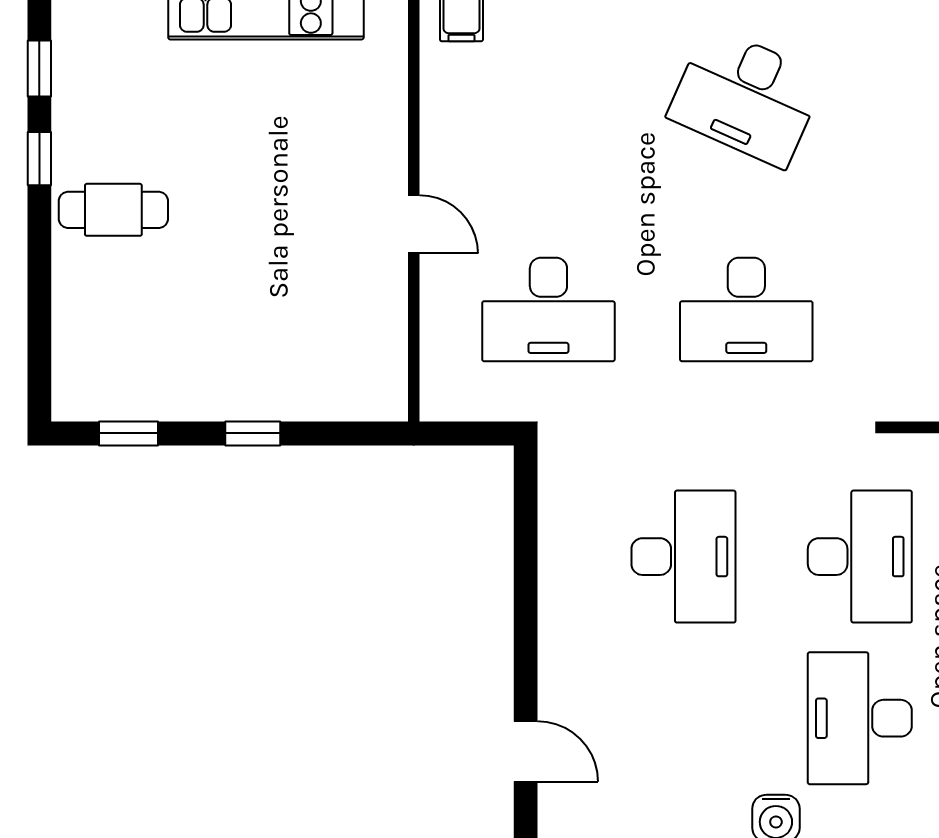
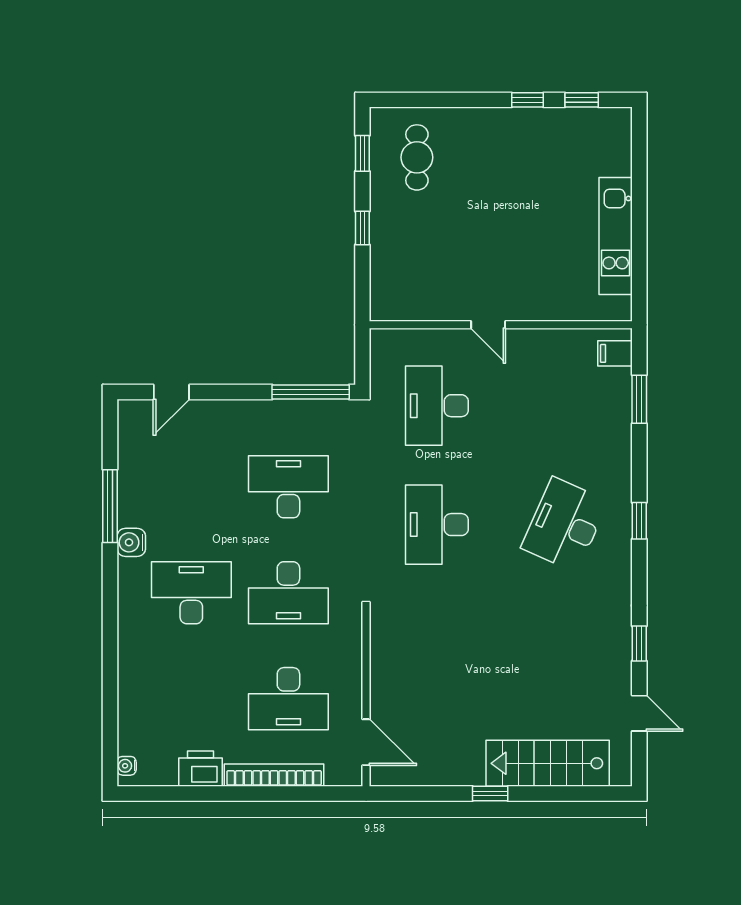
cafe table: (113, 210) -> (417, 157), moved
door: (414, 224) -> (488, 325), hinge flipped
window: (526, 520) -> (311, 392), added
desk: (683, 557) -> (288, 487), turned 180

